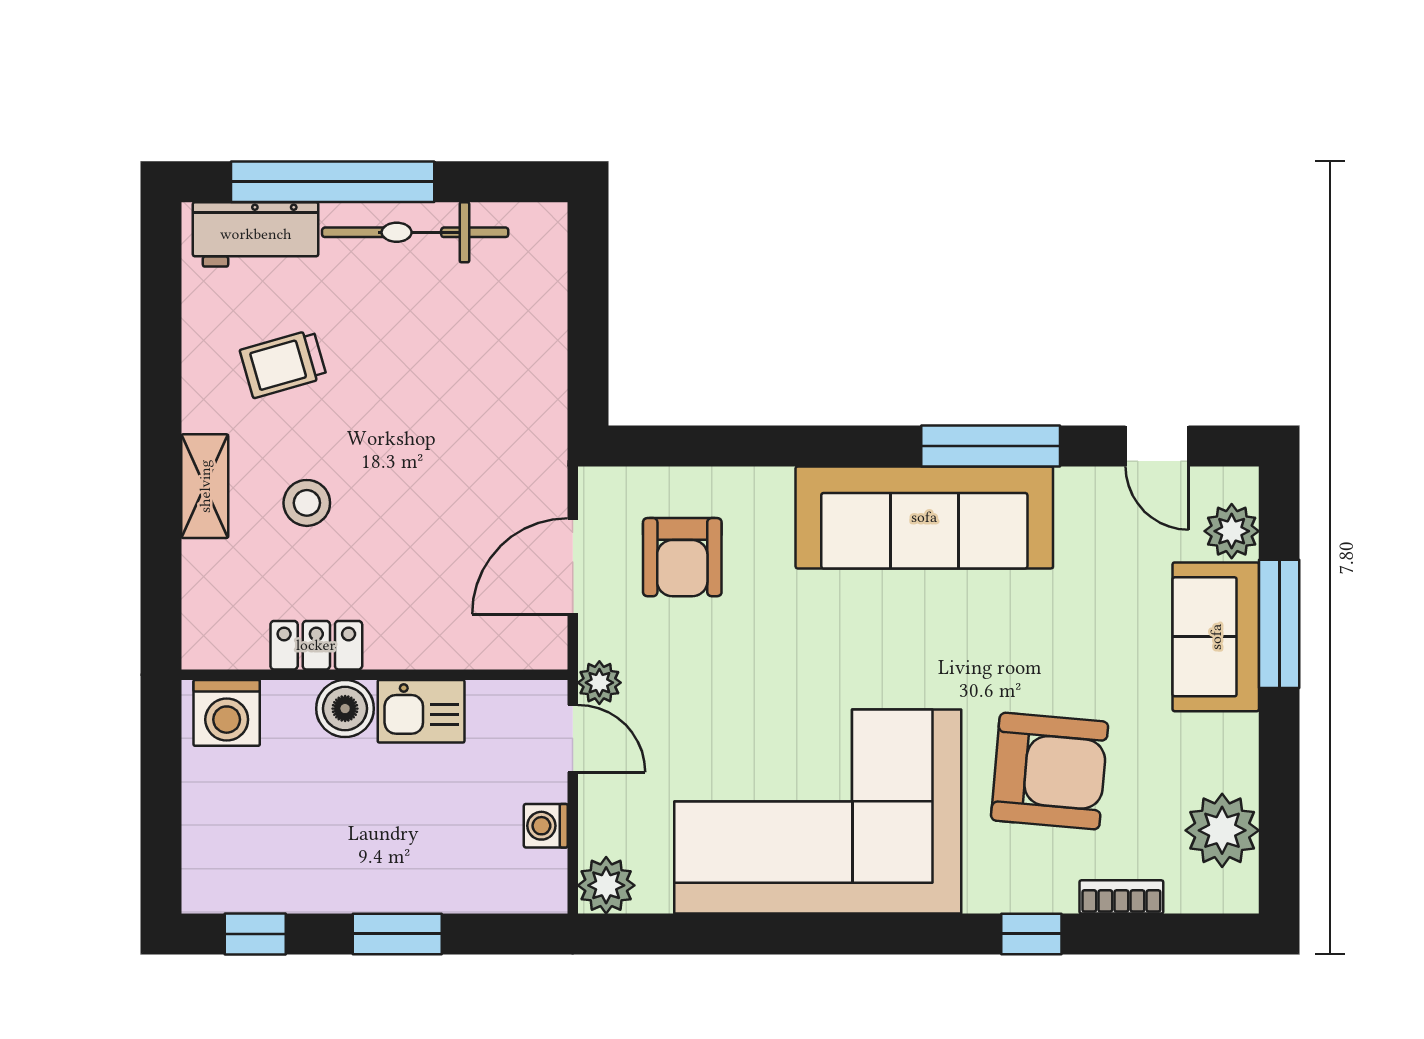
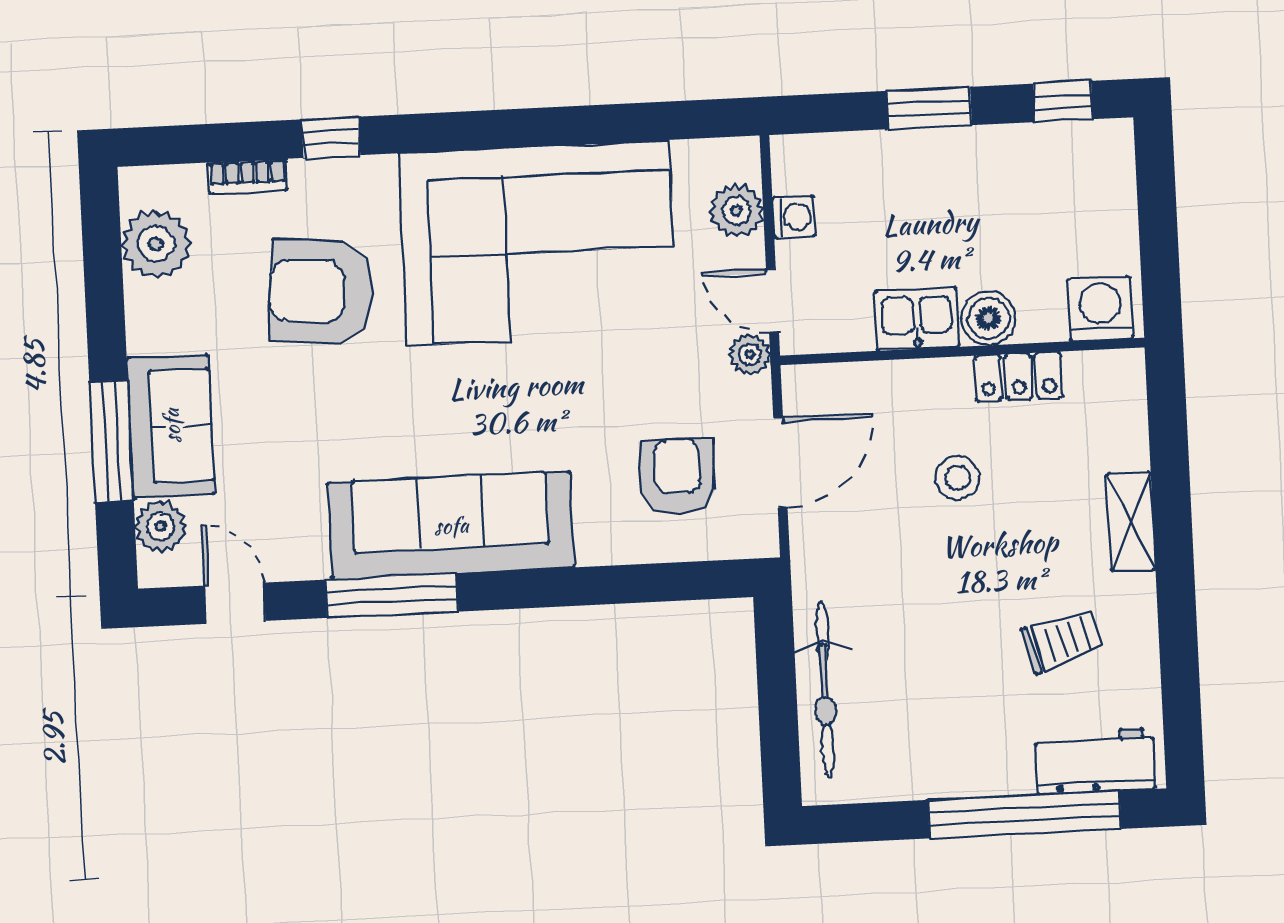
bicycle: (415, 232) -> (825, 690), moved, turned 90
stool: (307, 503) -> (958, 478), moved
plant: (606, 885) -> (736, 210), moved

